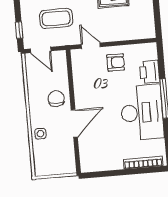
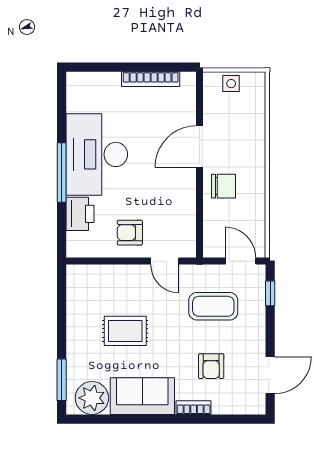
chair: (56, 99) -> (223, 186), turned -90
side table: (40, 134) -> (231, 84), moved
bookcase: (143, 163) -> (151, 79), moved

